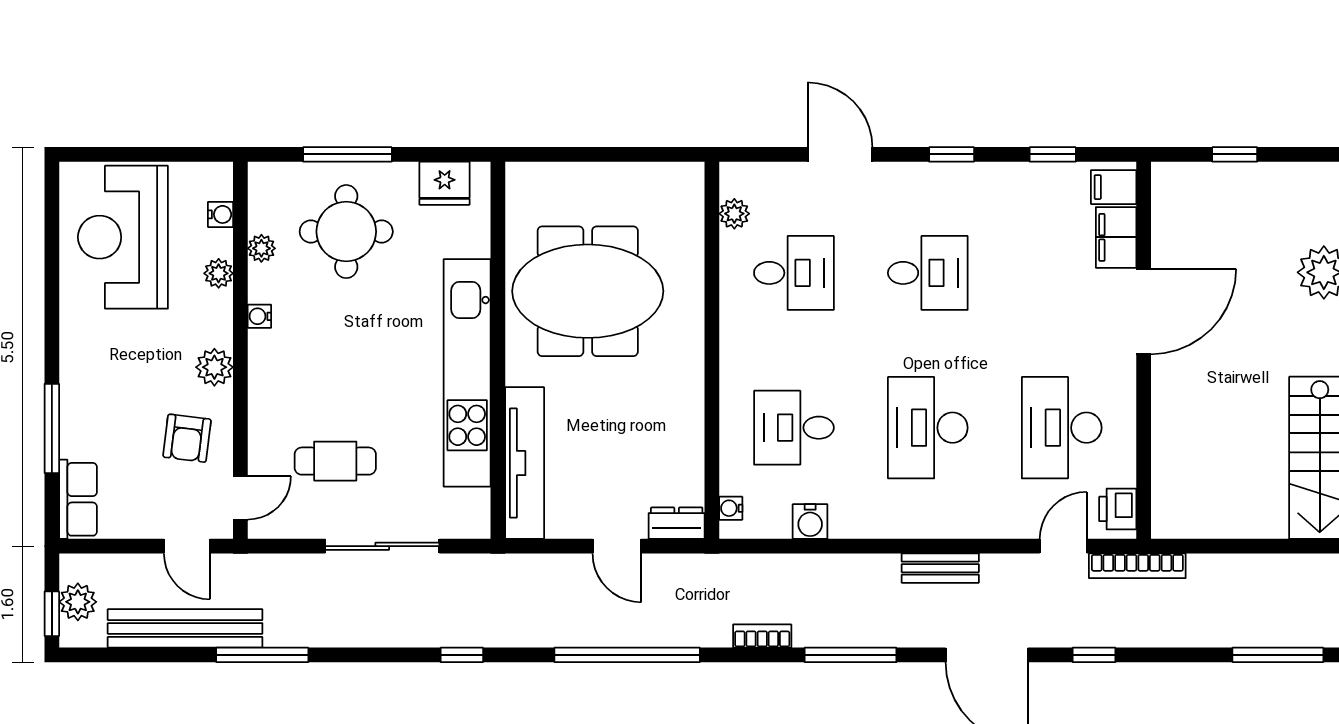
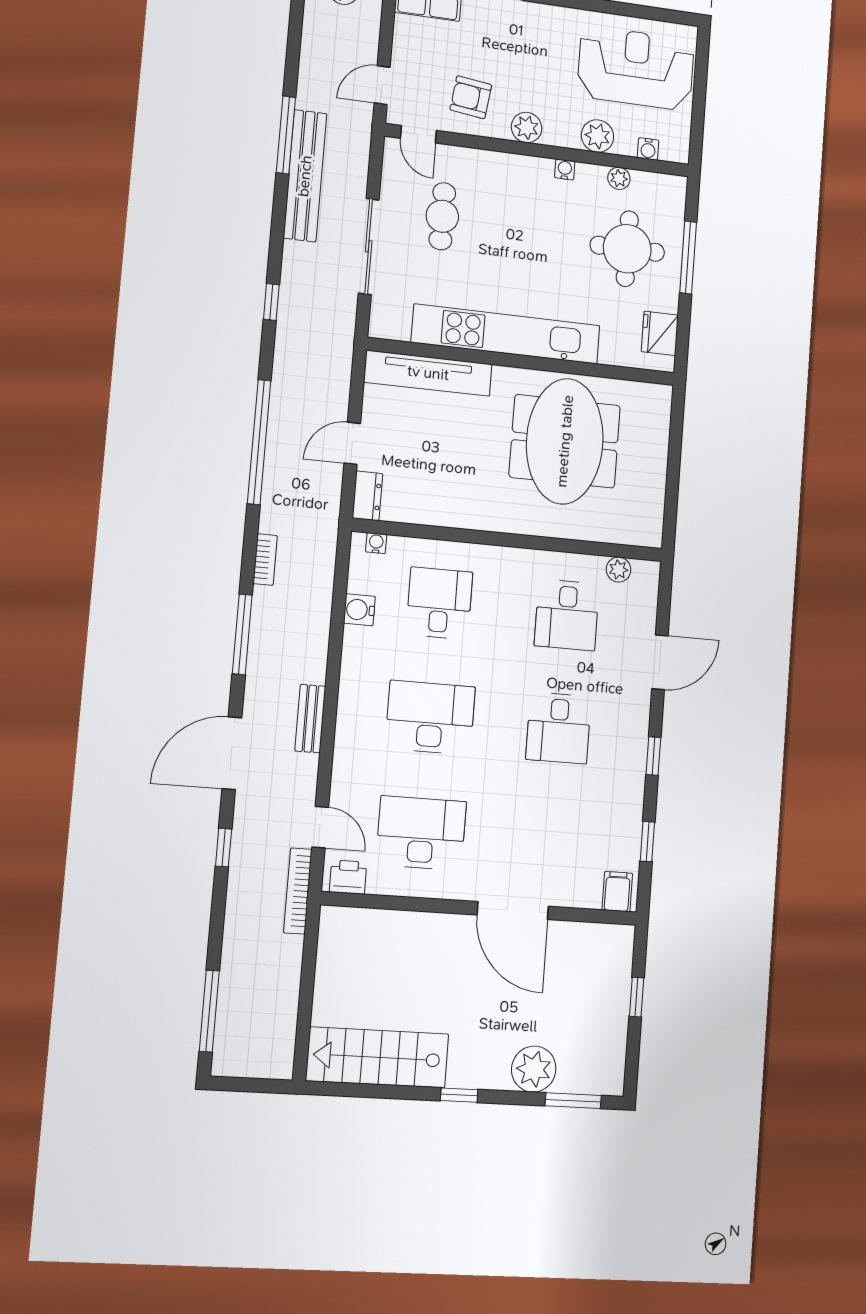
filing cabinet: (1116, 237) -> (576, 891), removed
plant: (219, 273) -> (597, 136), width x1.38, depth x1.38
bench: (185, 628) -> (305, 176), moved

